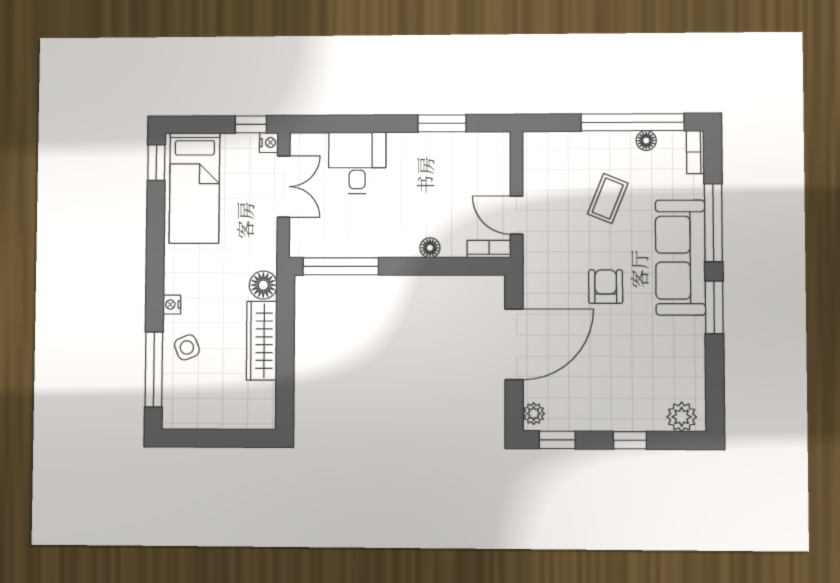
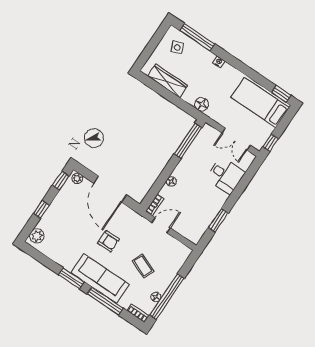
nightstand: (269, 143) -> (258, 145), removed
wardrobe: (262, 341) -> (168, 81), moved
side table: (187, 347) -> (177, 47), moved

